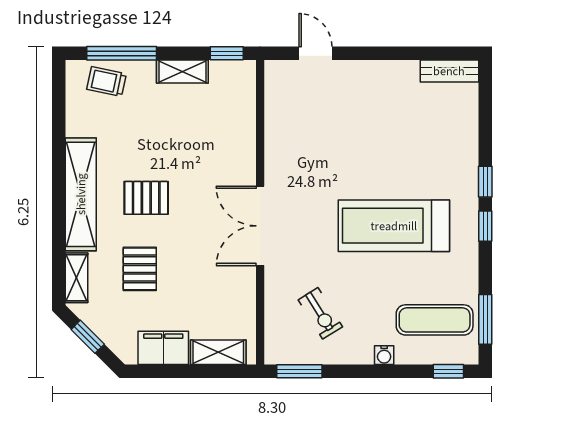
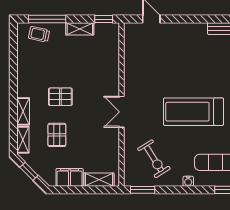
shelving: (81, 194) -> (23, 111), width x0.45, depth x0.75
double door: (260, 226) -> (122, 112), width x0.73
exercise bike: (320, 313) -> (154, 159), width x1.38, depth x1.39

